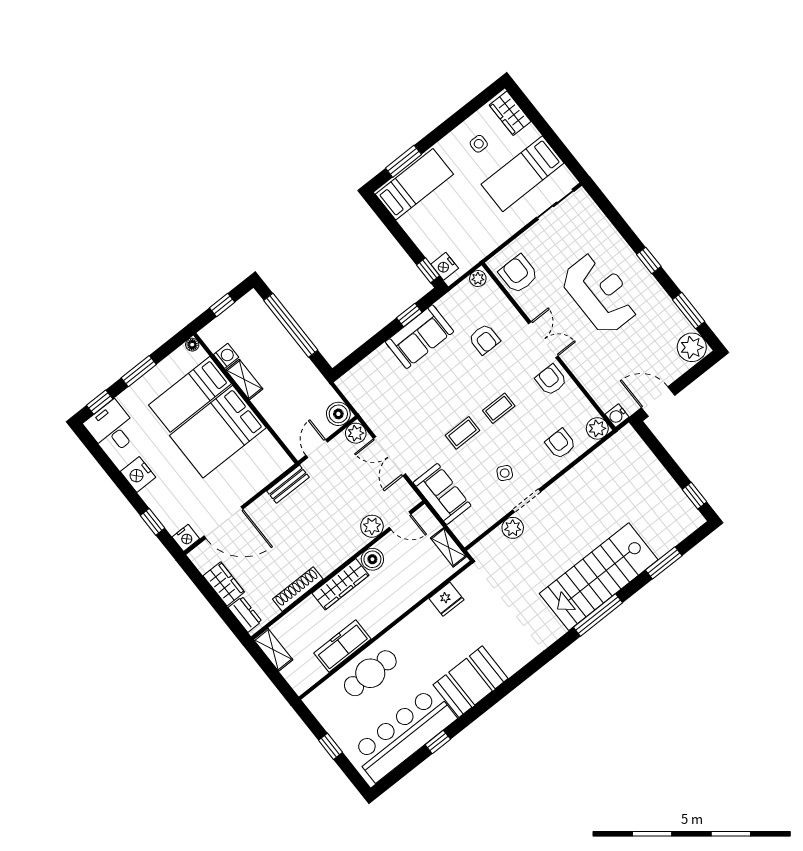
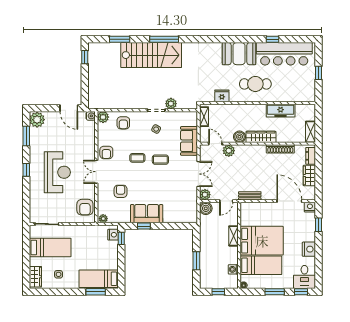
reception desk: (600, 293) -> (57, 172), turned 180
window: (291, 325) -> (196, 261), width x0.47
shelving: (244, 380) -> (234, 236), moved
cafe table: (370, 673) -> (255, 84), moved

